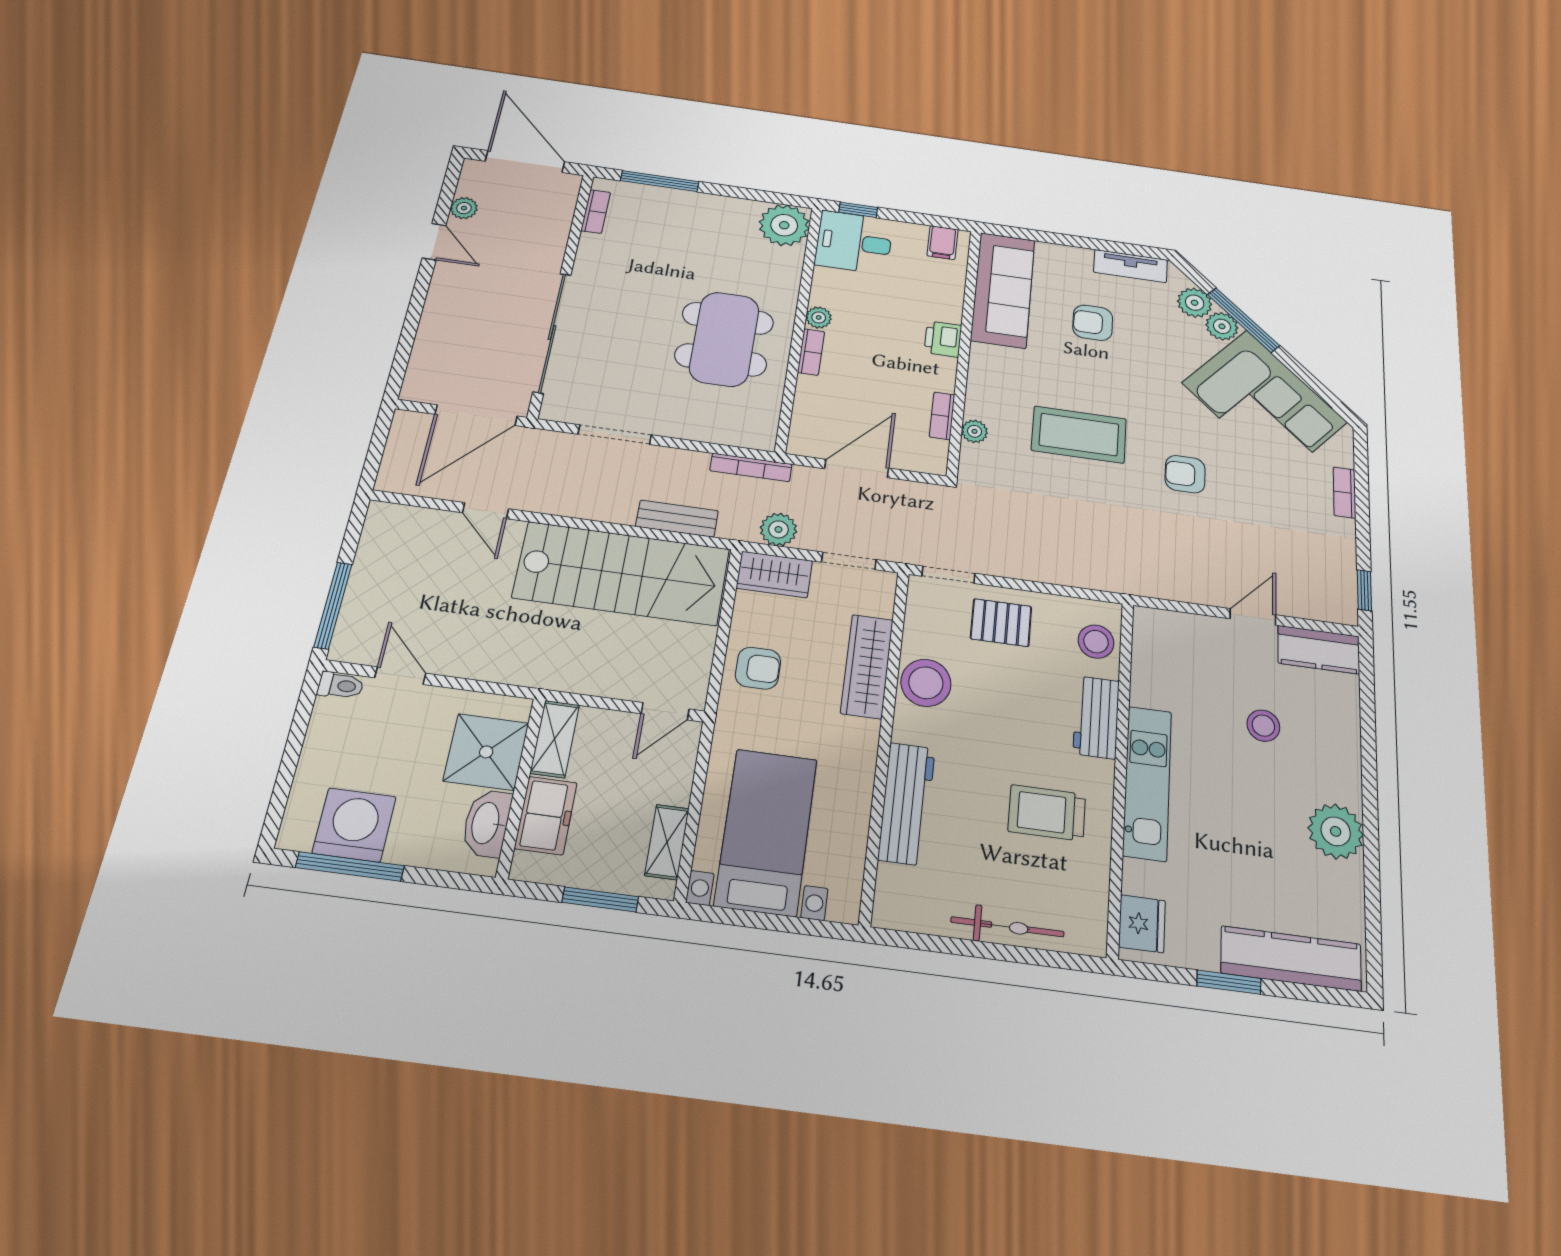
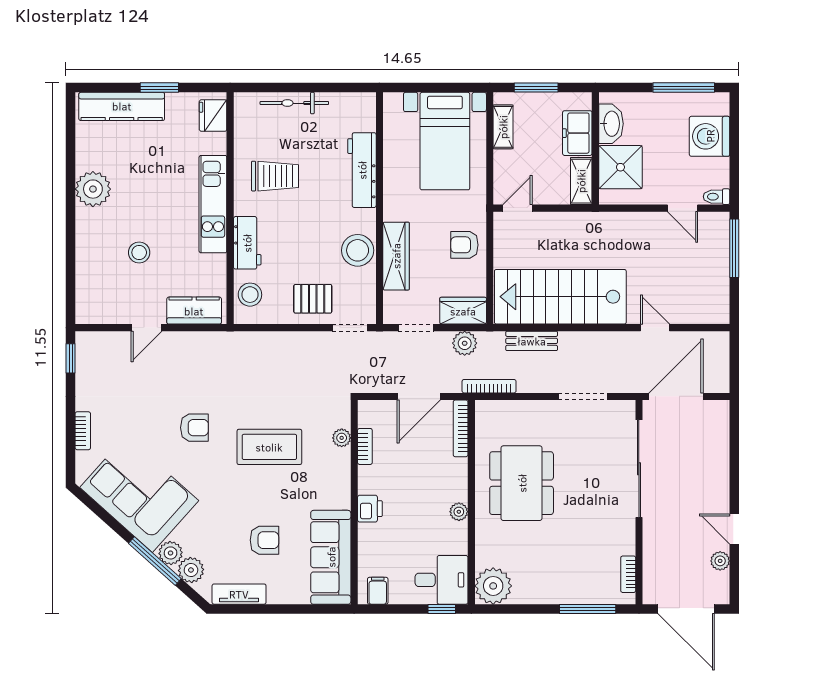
bookcase: (811, 352) -> (461, 428), moved, width x1.56
kitchen counter: (1319, 650) -> (194, 311), moved
washing machine: (354, 825) -> (710, 136), moved, turned 90

